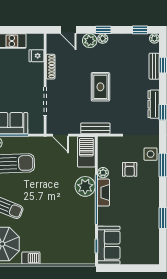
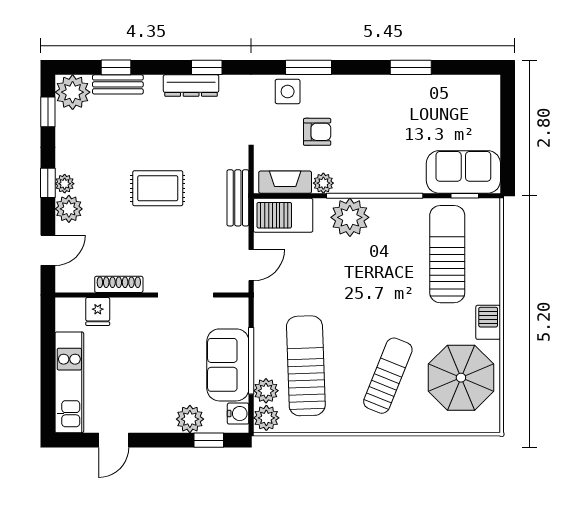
plant: (154, 38) -> (73, 92), width x1.88, depth x1.88
fireplace: (104, 193) -> (285, 182), moved
sun lounger: (66, 237) -> (447, 254), added

